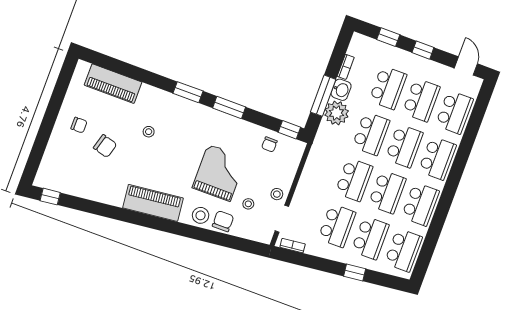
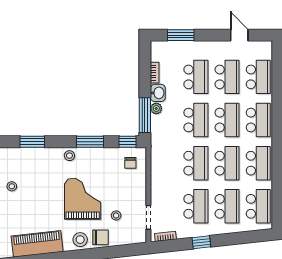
window: (388, 37) -> (181, 35), width x1.50
window: (423, 50) -> (213, 35), removed
door: (466, 66) -> (239, 35), moved
window: (323, 96) -> (145, 115), moved
window: (229, 107) -> (90, 142), moved
plant: (337, 113) -> (156, 108), width x0.53, depth x0.53
chair: (269, 144) -> (130, 163), moved
stool: (277, 194) -> (69, 156), moved
chair: (223, 221) -> (101, 237), turned 90
window: (355, 273) -> (201, 242), moved

